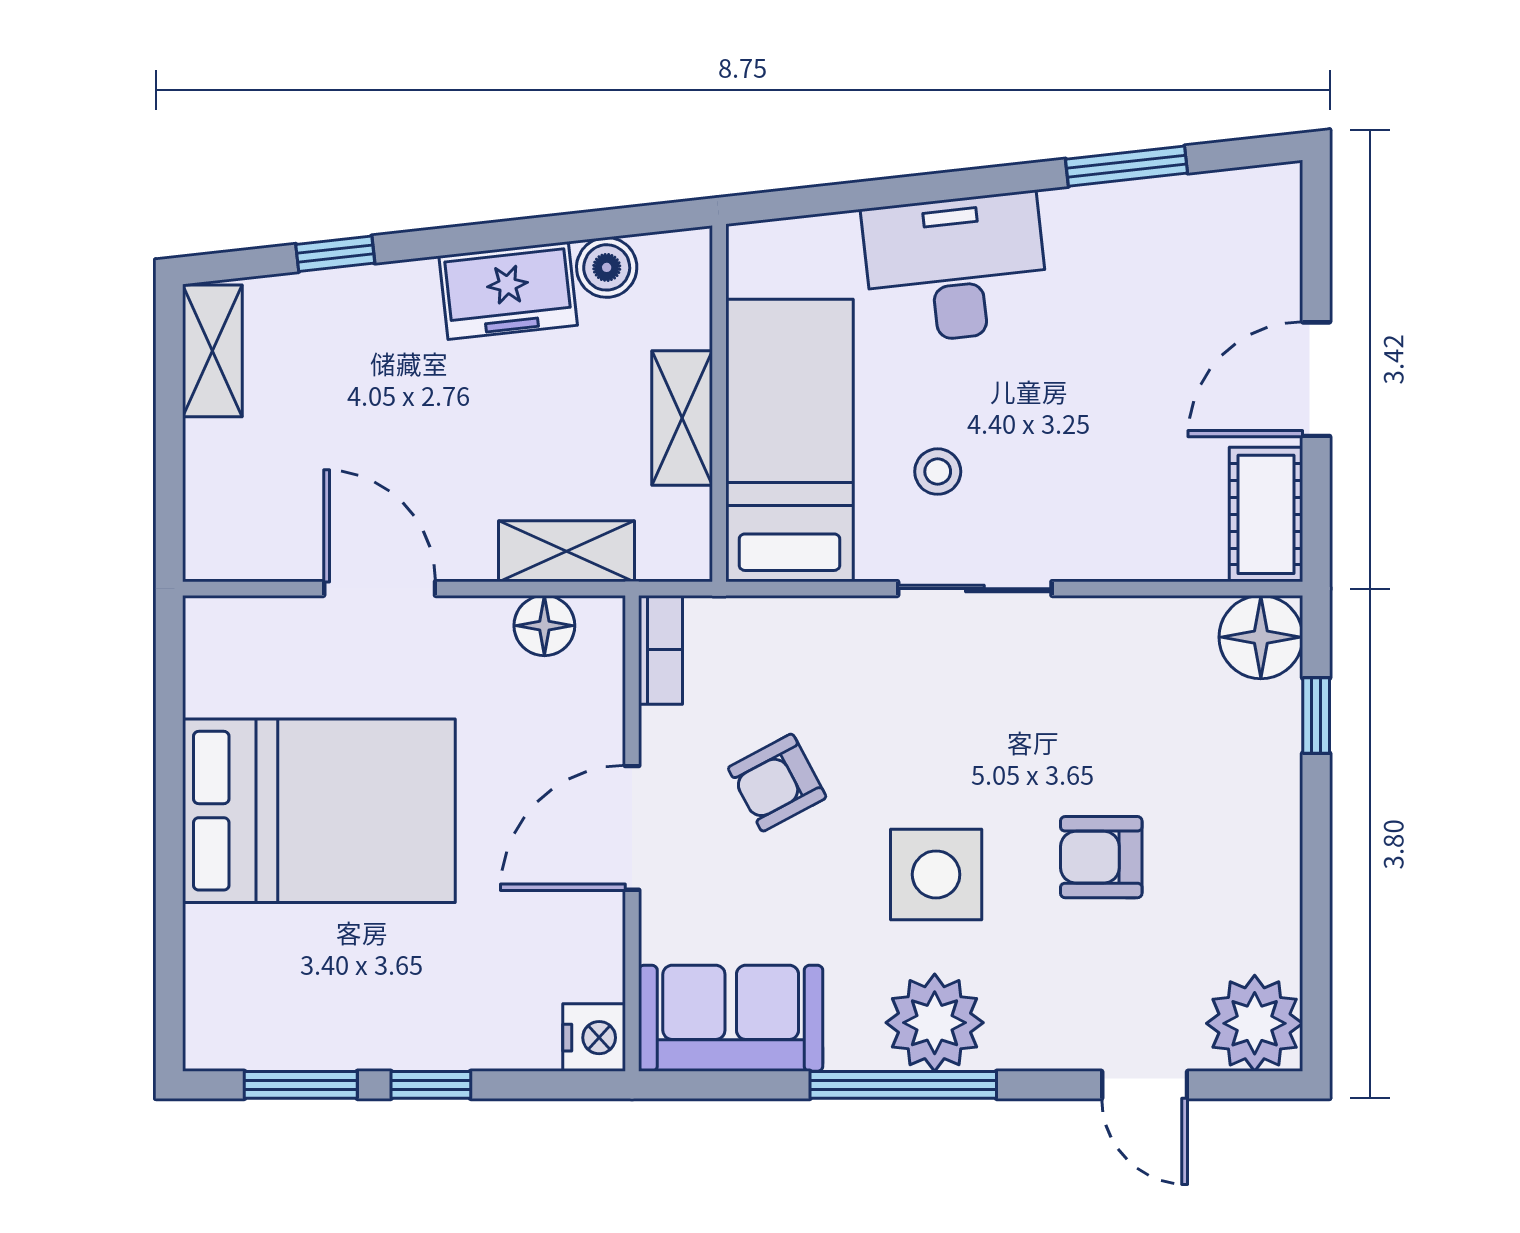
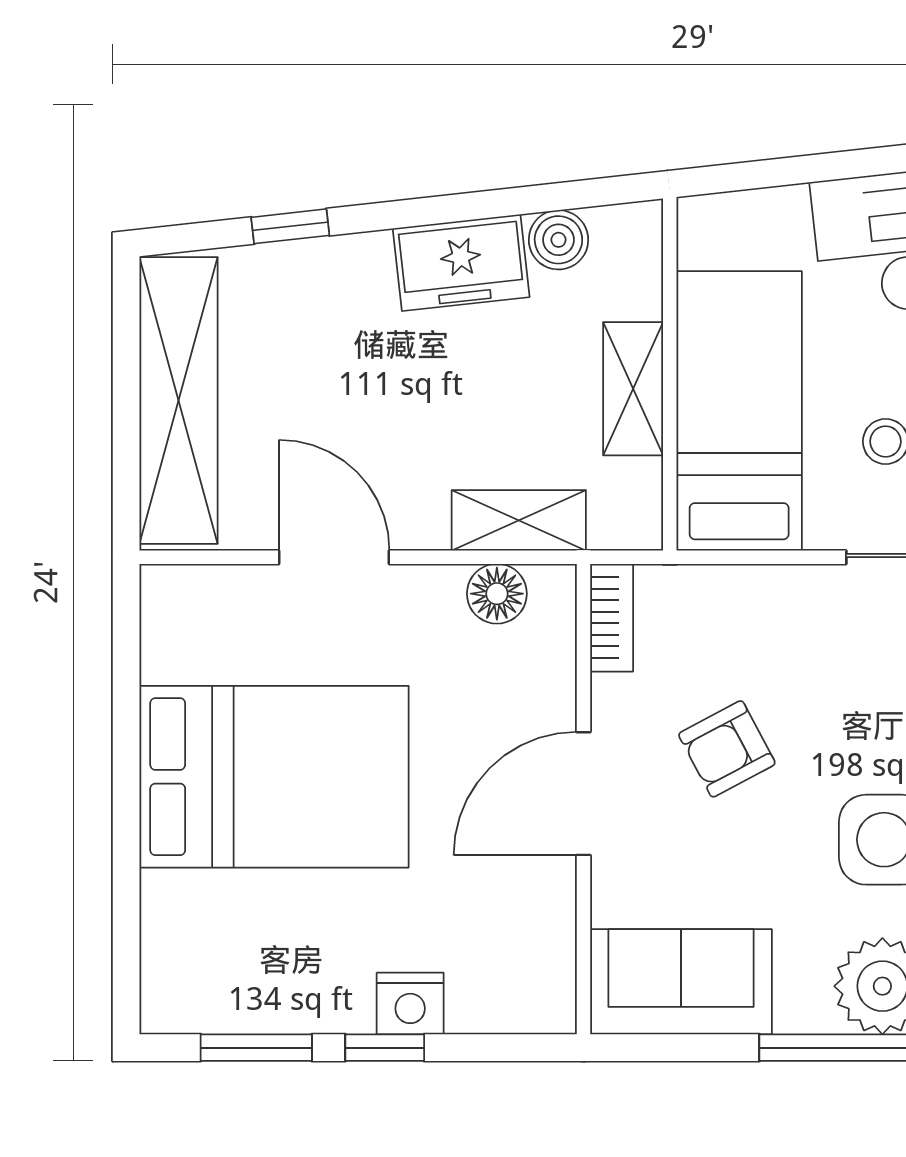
shelving: (212, 351) -> (179, 400), width x2.20, depth x1.33
nightstand: (594, 1038) -> (410, 1004), moved, turned 90

